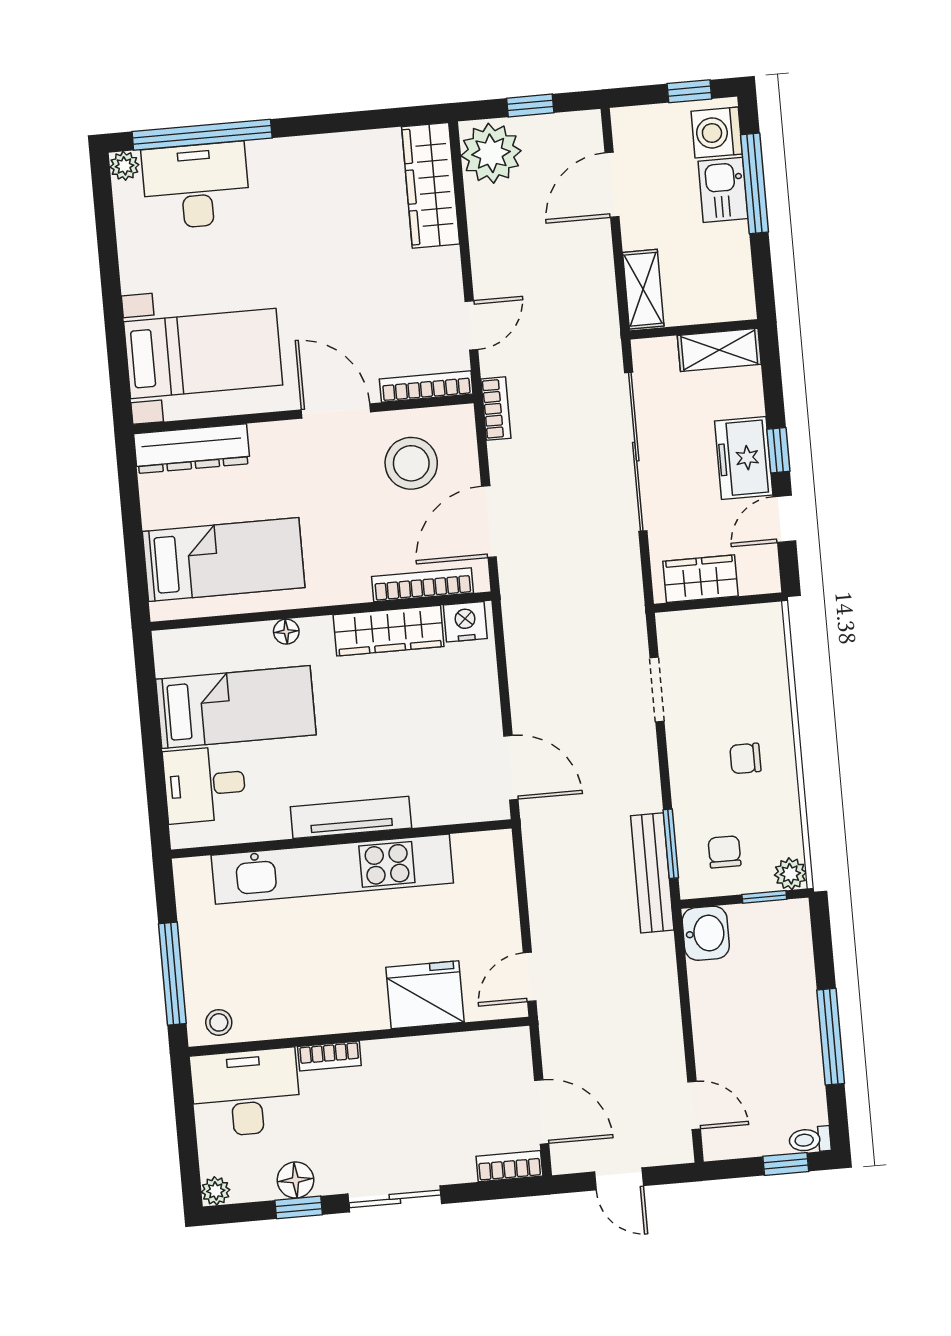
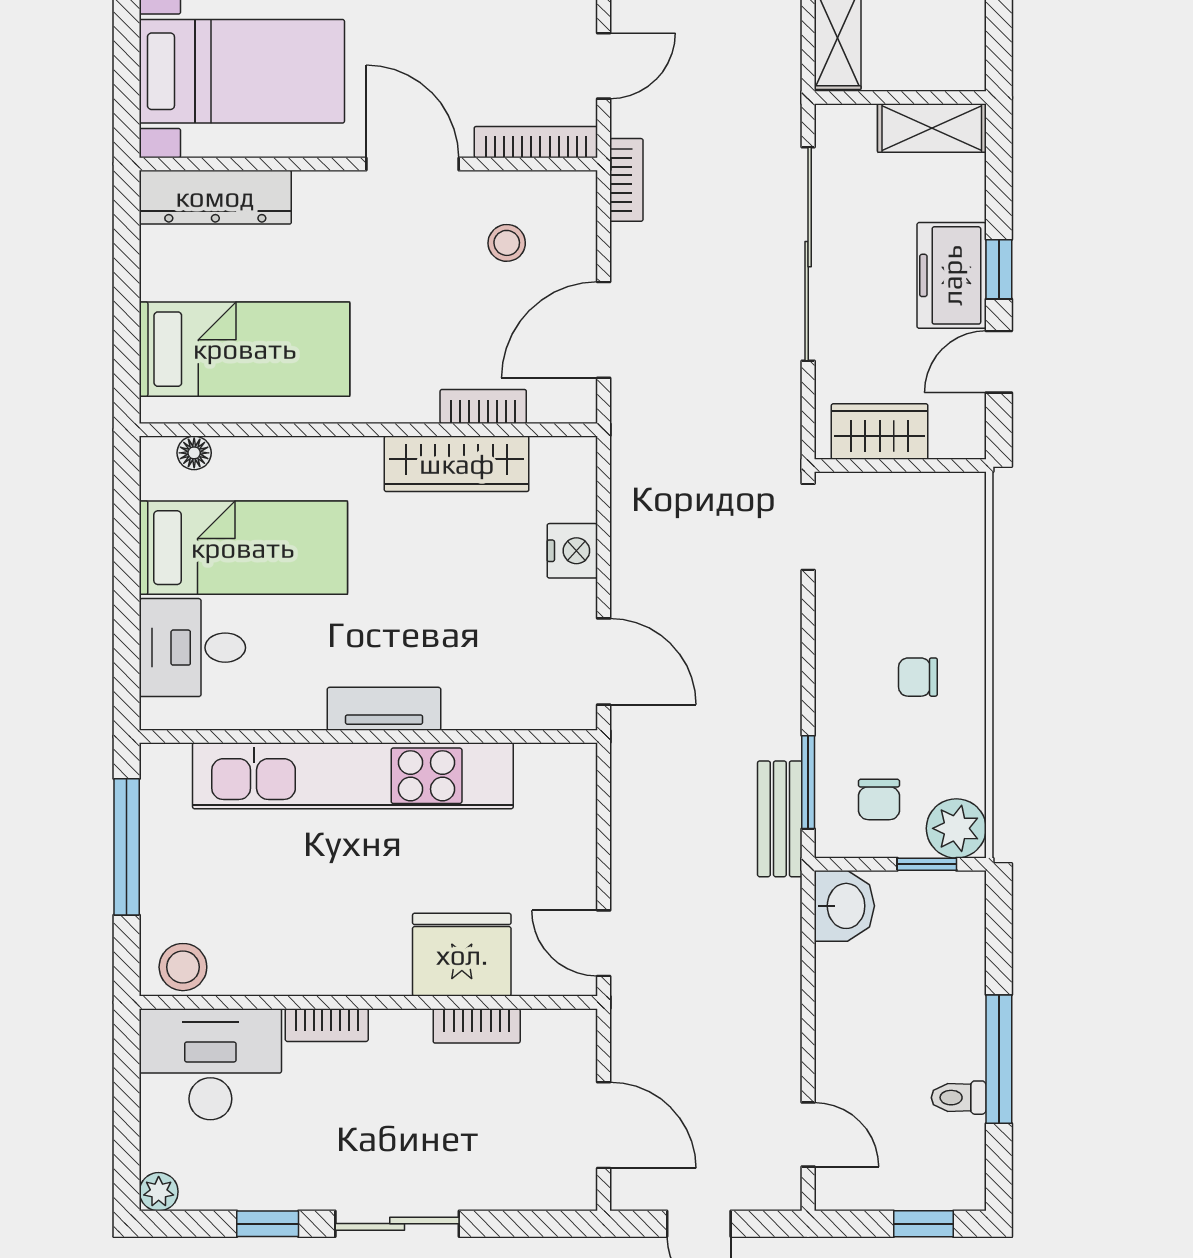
stool: (411, 463) -> (507, 243), width x0.53, depth x0.53
bookcase: (423, 585) -> (483, 406), width x0.64
nightstand: (465, 622) -> (572, 551), moved, turned 90
floor lamp: (286, 632) -> (194, 453), moved
doorway: (657, 690) -> (808, 527), moved
tv unit: (351, 817) -> (384, 709), width x0.71
chair: (725, 852) -> (879, 799), turned 180
bench: (652, 873) -> (780, 819), width x0.73
plant: (790, 874) -> (956, 828), width x1.38, depth x1.38
window: (172, 974) -> (127, 847), moved
door: (530, 977) -> (604, 943), hinge flipped
stool: (219, 1022) -> (183, 967), width x1.37, depth x1.37
toilet: (810, 1140) -> (959, 1098), moved
bookcase: (509, 1166) -> (477, 1026), moved, turned 180
floor lamp: (296, 1180) -> (267, 1187), removed

